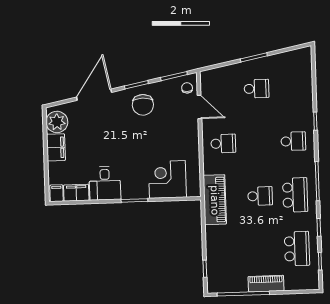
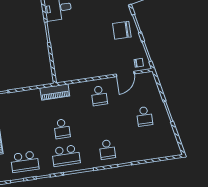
corner desk: (167, 179) -> (66, 56), removed
piano: (215, 200) -> (55, 92), width x0.73, depth x0.75

